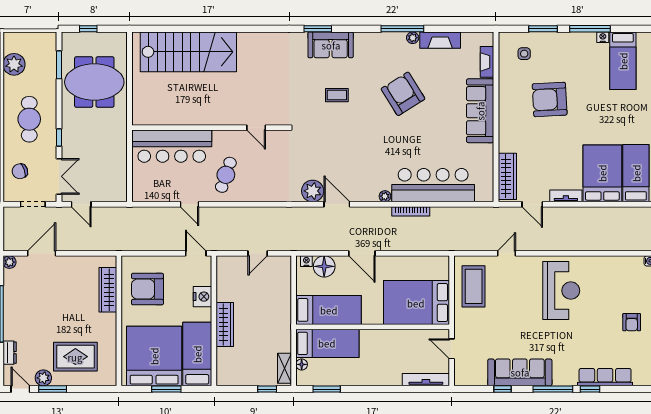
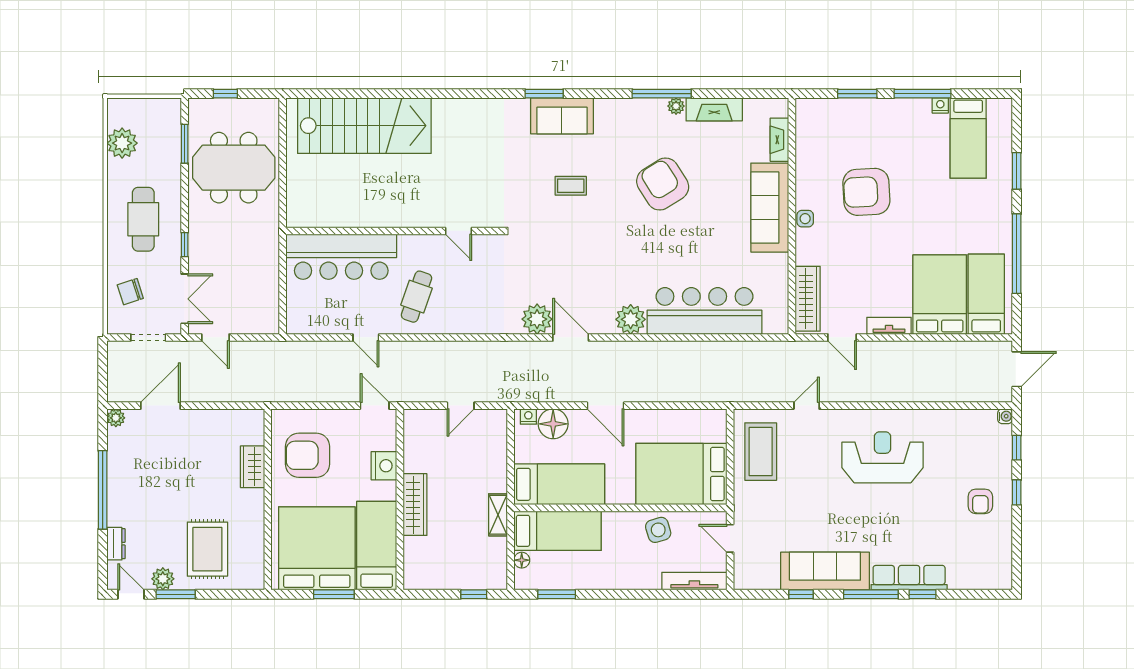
side table: (524, 54) -> (805, 219), moved
plant: (385, 196) -> (631, 319), width x1.88, depth x1.88
bookcase: (411, 211) -> (673, 347), removed
wardrobe: (108, 290) -> (252, 467), width x0.67
reception desk: (561, 291) -> (882, 457), turned -90
side table: (400, 343) -> (658, 530), added
rug: (75, 357) -> (207, 549), turned 90
shelving: (285, 368) -> (498, 515), moved
row of seats: (605, 377) -> (909, 578), moved

